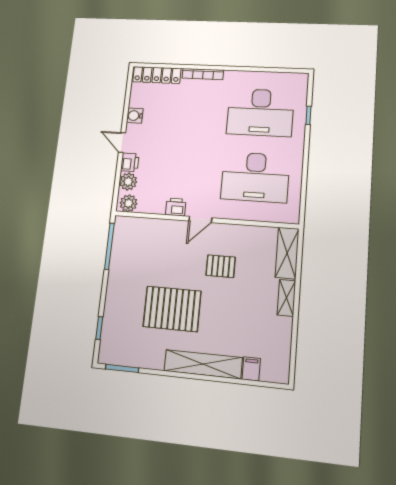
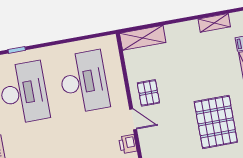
pallet: (221, 266) -> (148, 93), moved
shelving: (286, 298) -> (214, 23), moved

